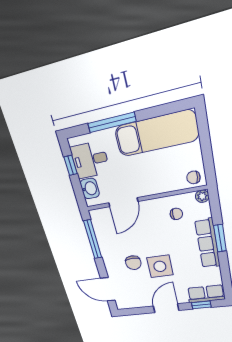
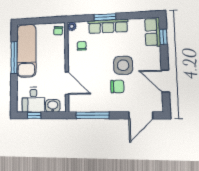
window: (112, 122) -> (14, 58), moved
door: (166, 308) -> (165, 81), moved

